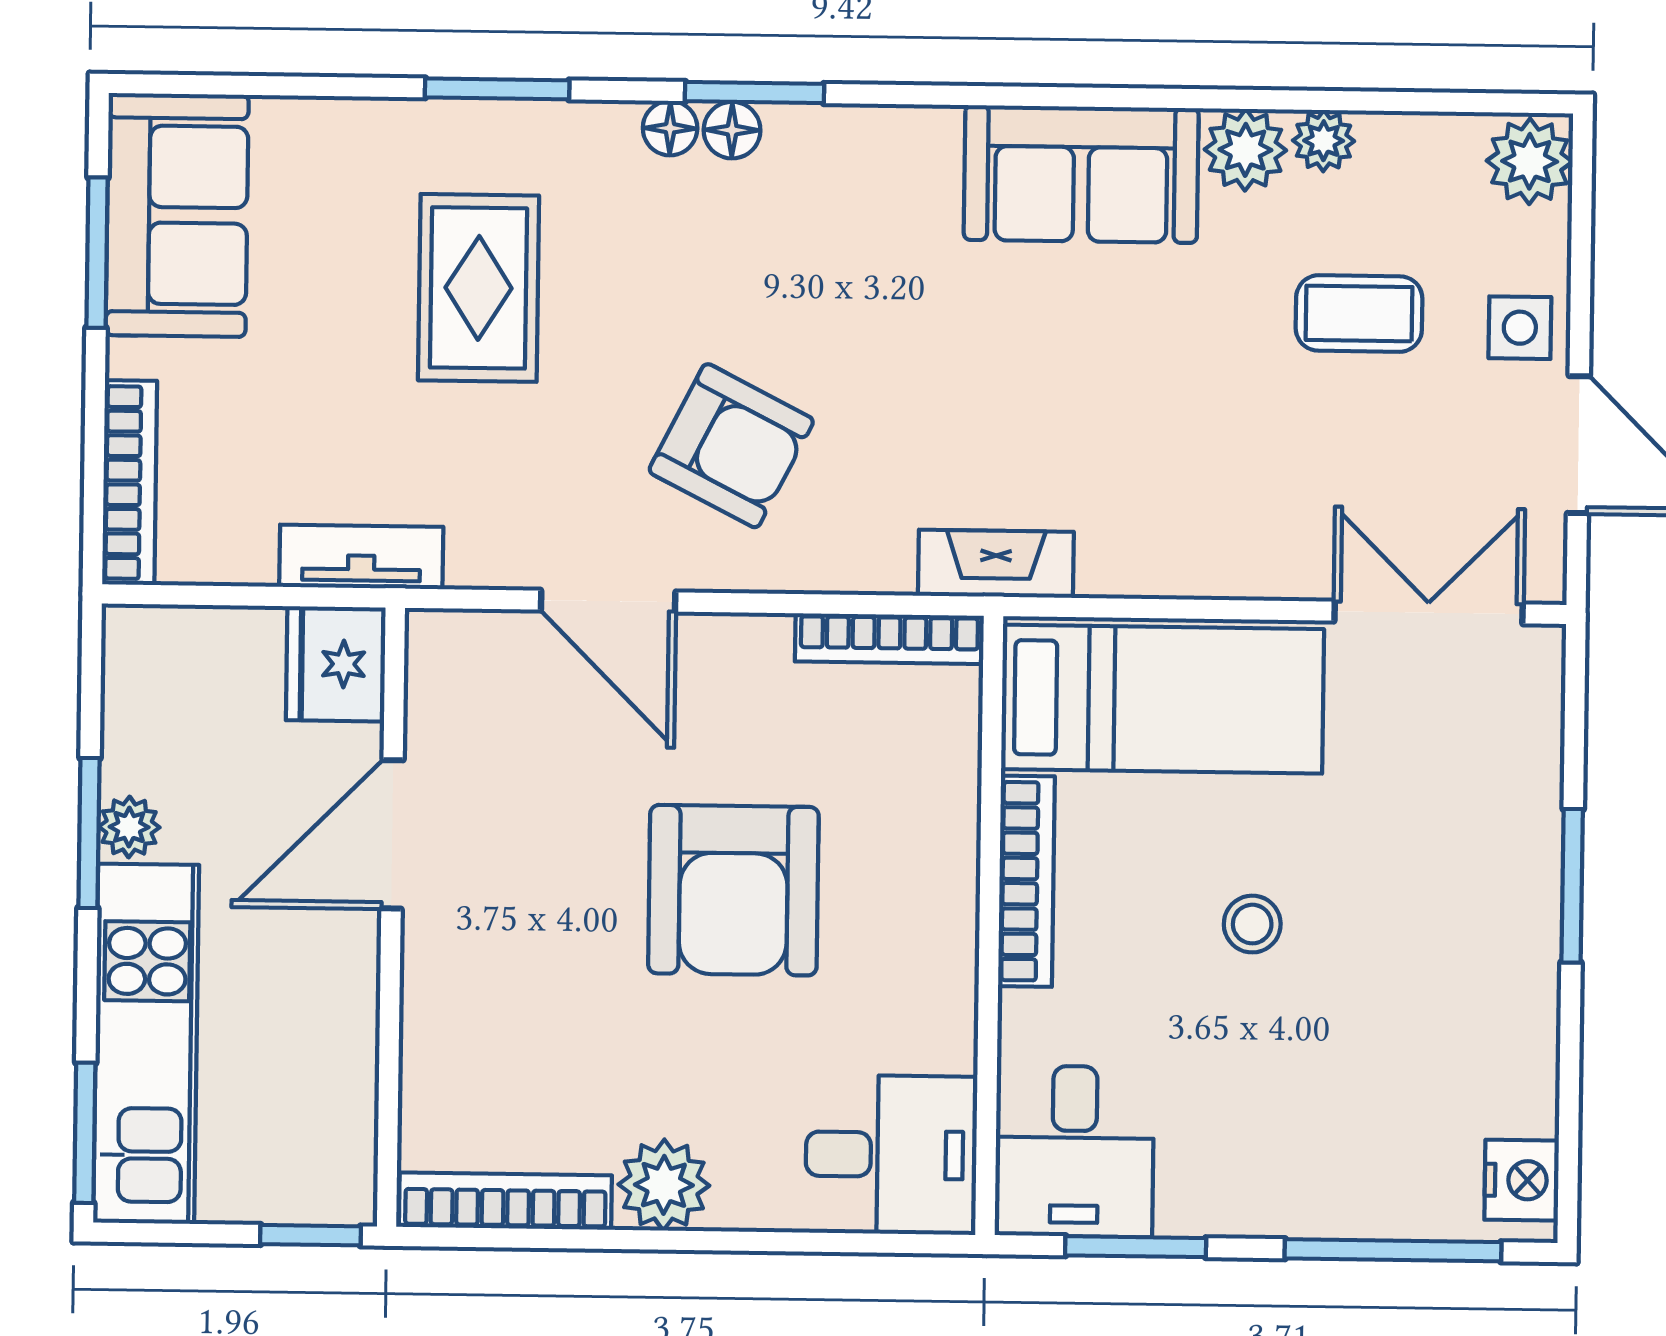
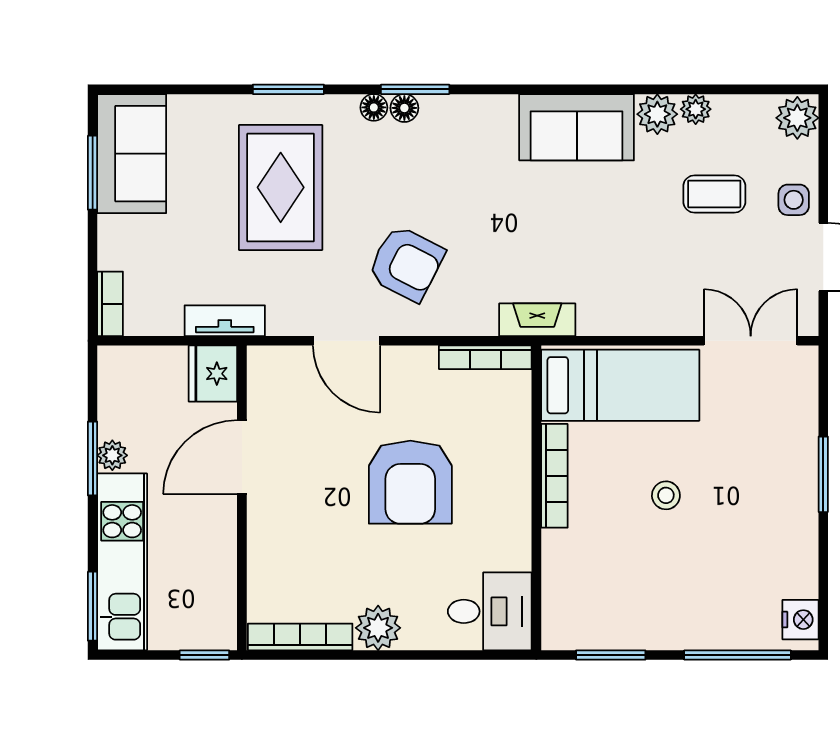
rug: (479, 288) -> (281, 187), width x1.36, depth x1.43
bookcase: (130, 483) -> (110, 304), width x0.64
desk: (1074, 1151) -> (580, 608), removed

